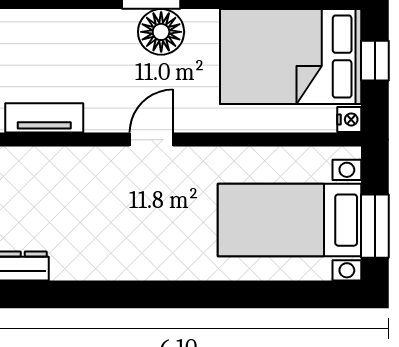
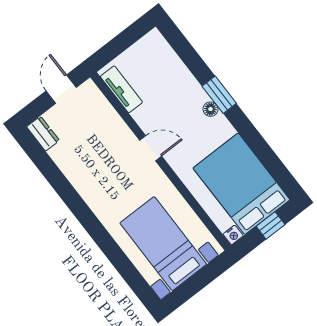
floor lamp: (161, 32) -> (210, 109), width x0.53, depth x0.53
window: (375, 226) -> (192, 286), removed

